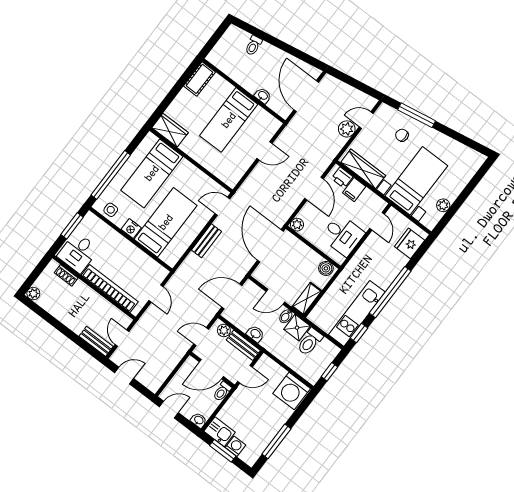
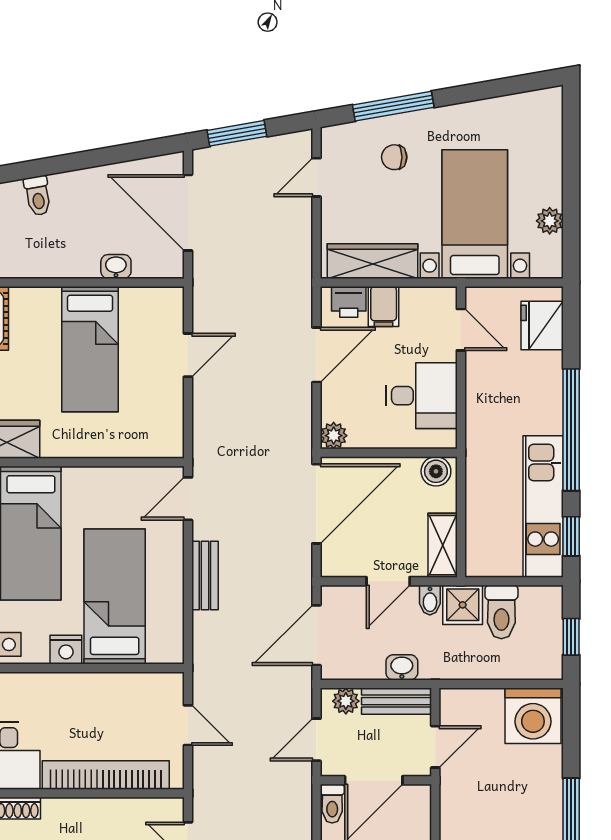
window: (348, 80) -> (237, 133), added
plant: (347, 129) -> (296, 216), removed
door: (314, 189) -> (316, 355), hinge flipped
door: (270, 246) -> (316, 504), swing flipped
toilet: (222, 392) -> (332, 804), moved

